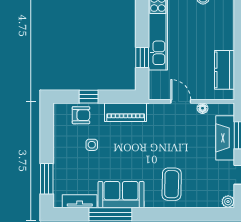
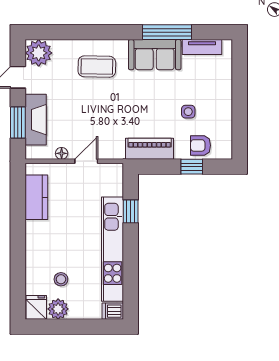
door: (181, 101) -> (86, 161), swing flipped
window: (47, 179) -> (240, 73), removed
coffee table: (172, 184) -> (97, 67), turned 90
plant: (228, 202) -> (39, 53), width x1.87, depth x1.87

